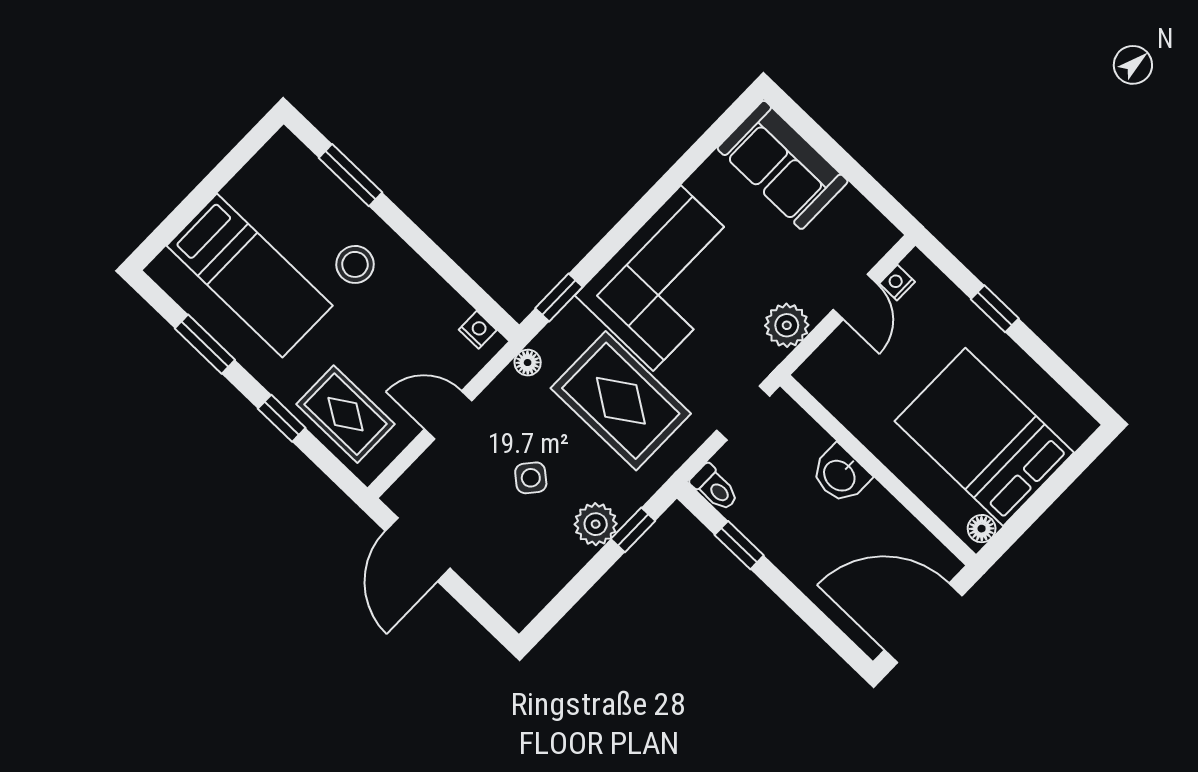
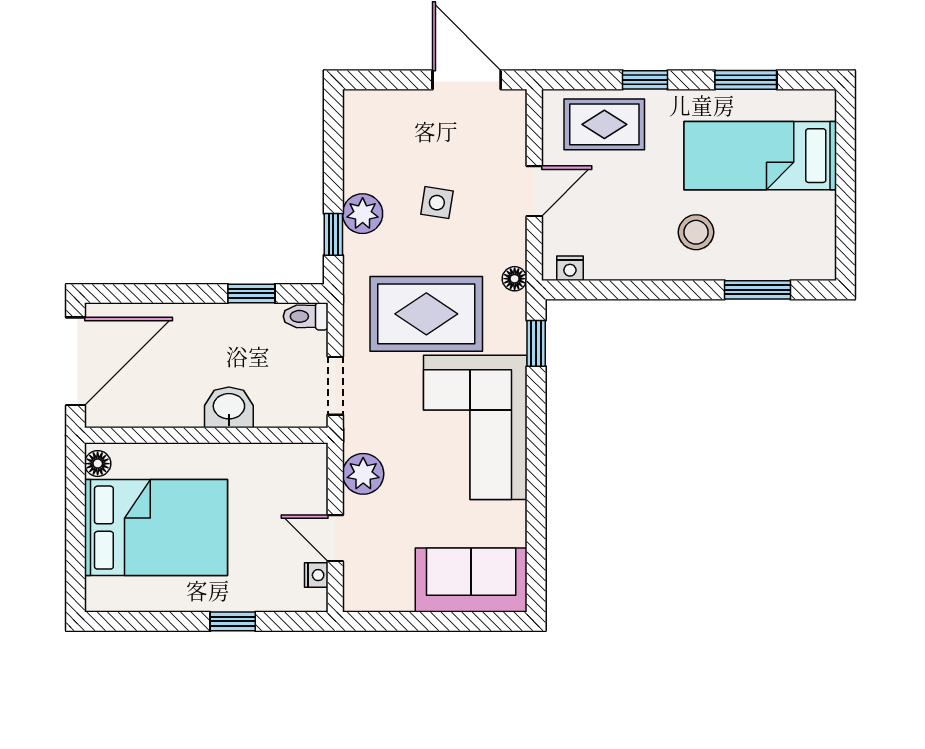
side table: (531, 478) -> (437, 203), turned -31

